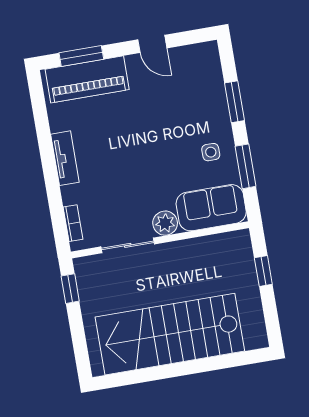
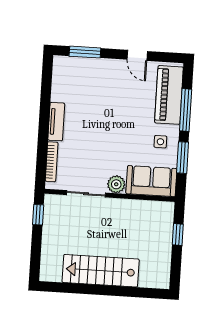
piano: (87, 79) -> (169, 95), moved, turned 90
window: (234, 102) -> (186, 110), width x1.44
bookcase: (73, 223) -> (52, 162), width x1.56
stairs: (170, 334) -> (101, 271), width x0.73, depth x0.66

